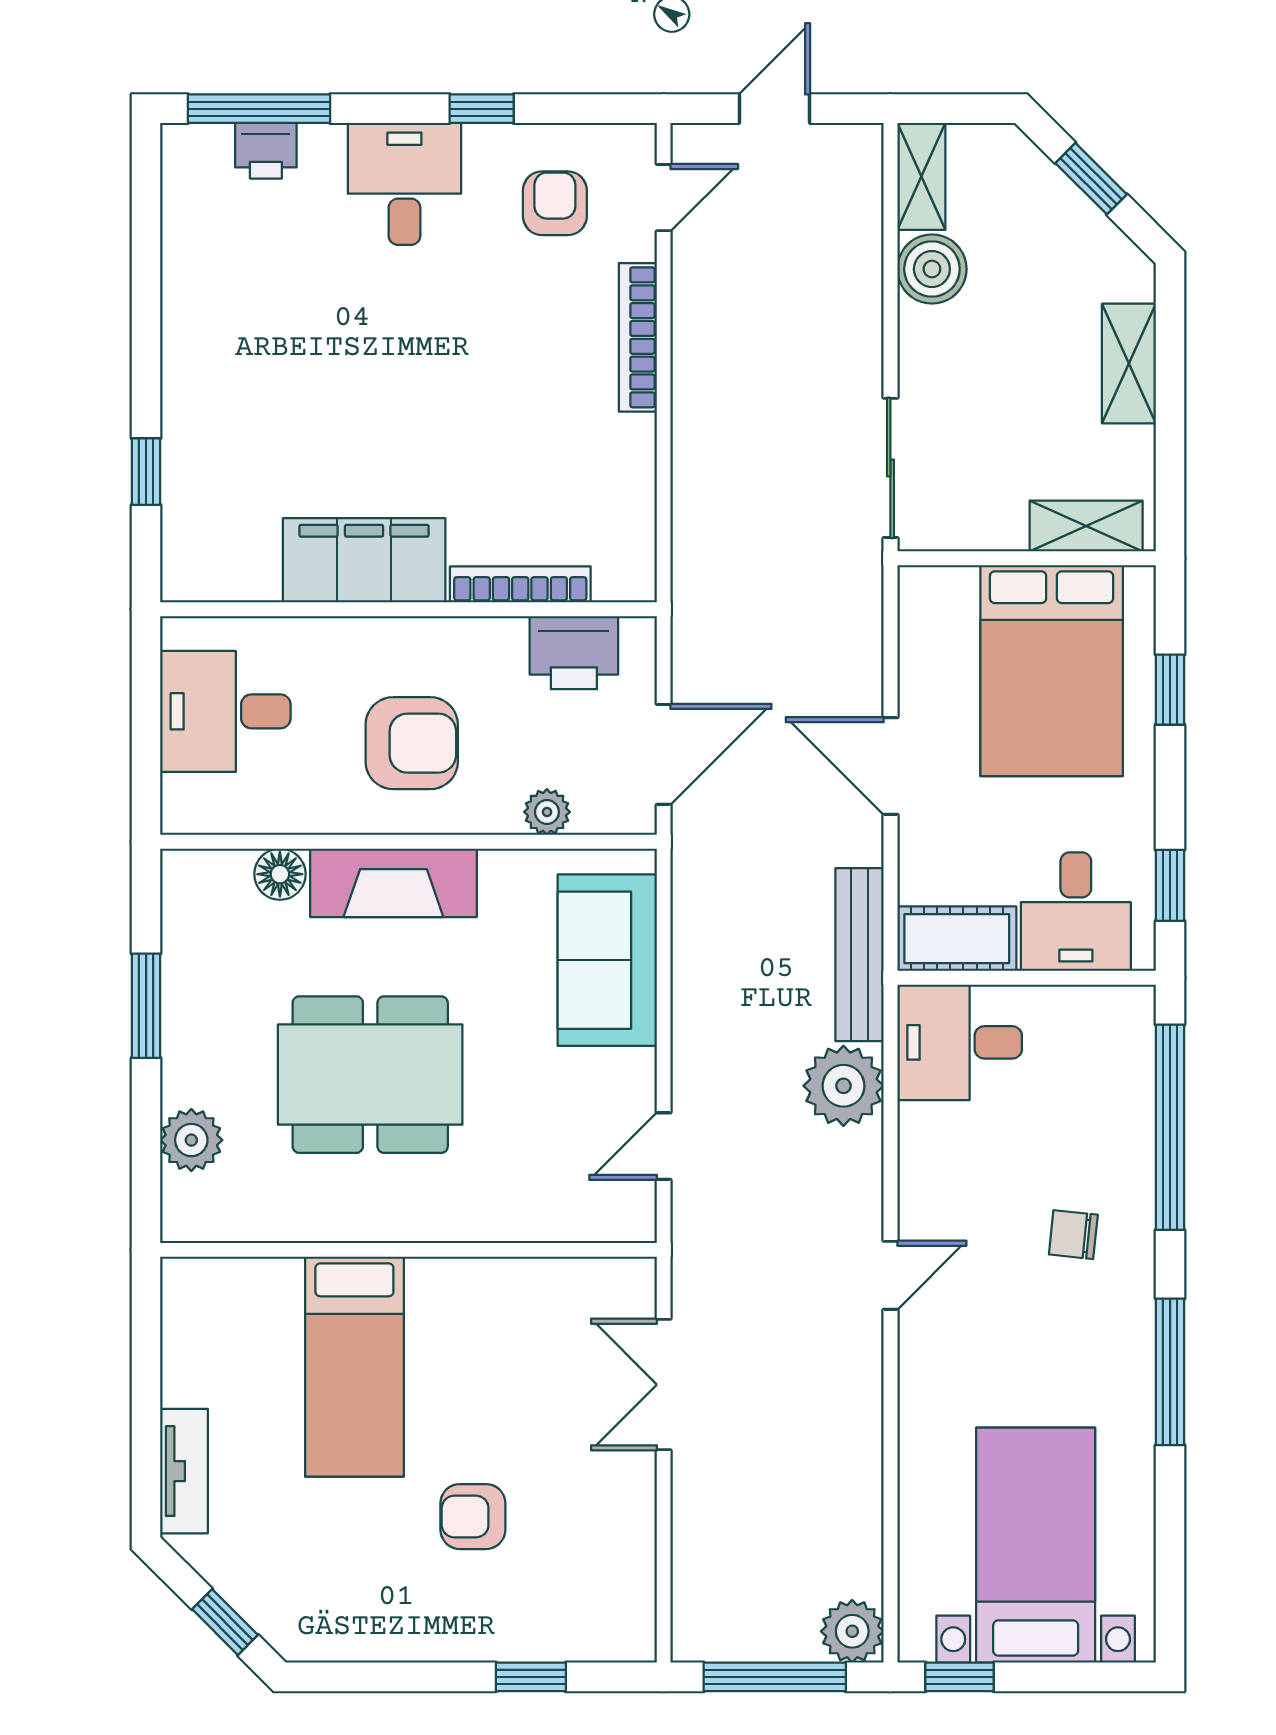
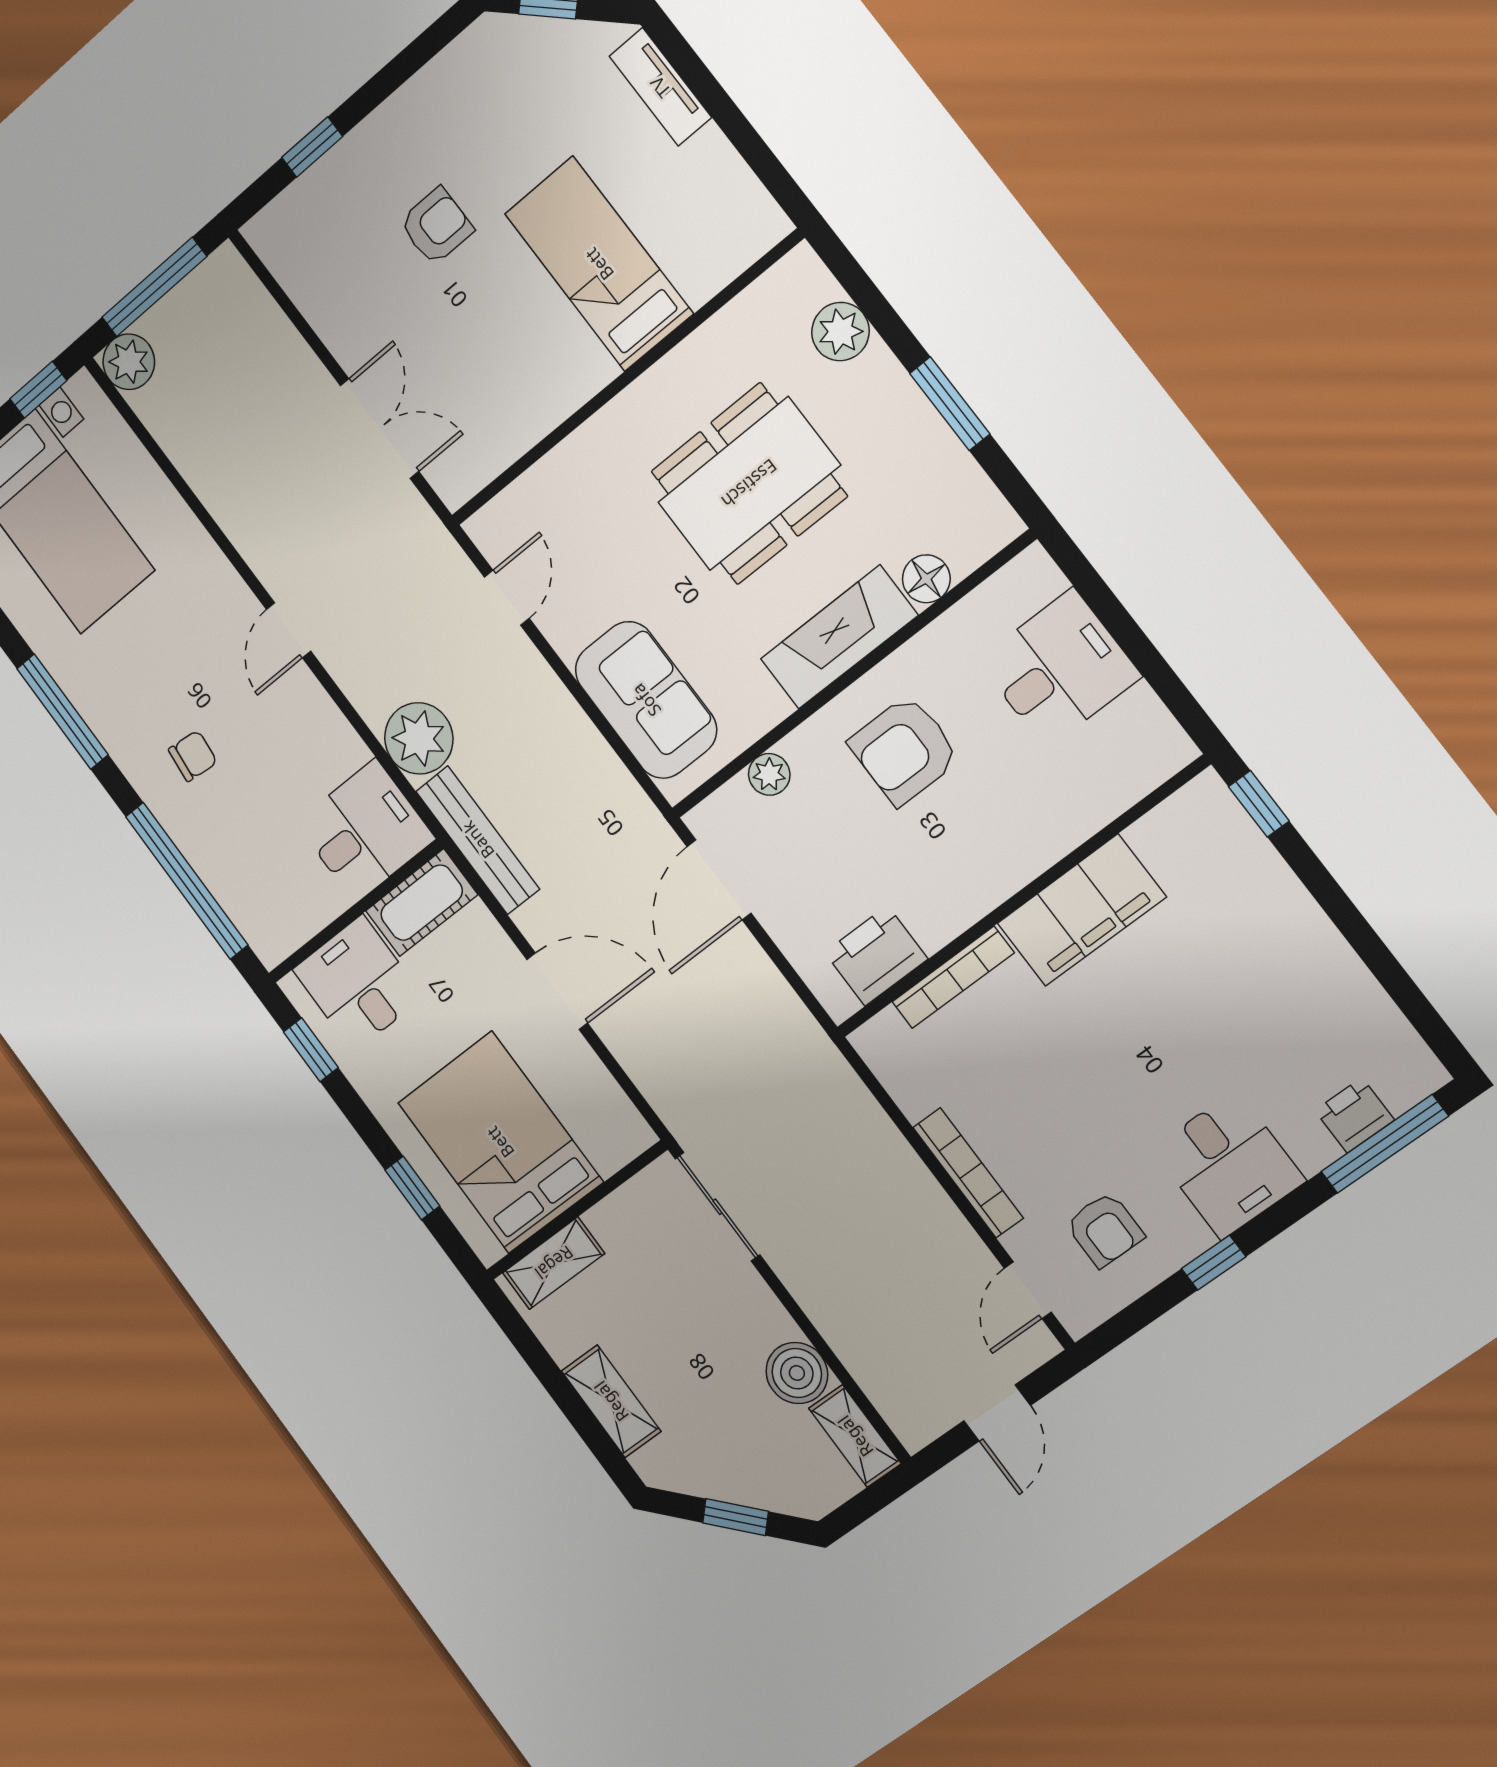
filing cabinet: (364, 560) -> (1082, 910), moved
bookcase: (520, 584) -> (953, 977), moved
wall: (409, 609) -> (1021, 898), moved
printer: (574, 653) -> (876, 956), moved

